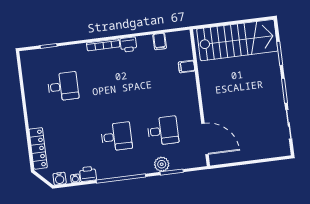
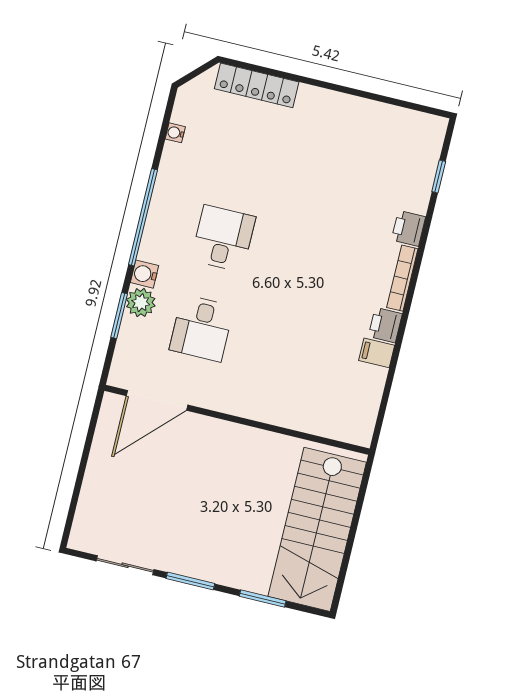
filing cabinet: (160, 41) -> (377, 353), moved
filing cabinet: (187, 67) -> (304, 417), removed
desk: (63, 86) -> (354, 175), removed
desk: (116, 137) -> (223, 238), turned 180
printer: (88, 174) -> (408, 228), moved, turned 180
water cooler: (60, 179) -> (145, 274), moved

